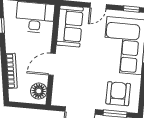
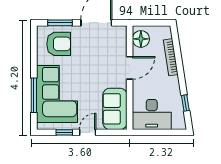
window: (131, 9) -> (64, 132), moved
armchair: (118, 94) -> (59, 44), turned -90

